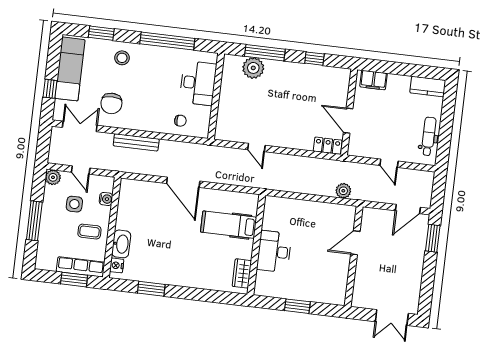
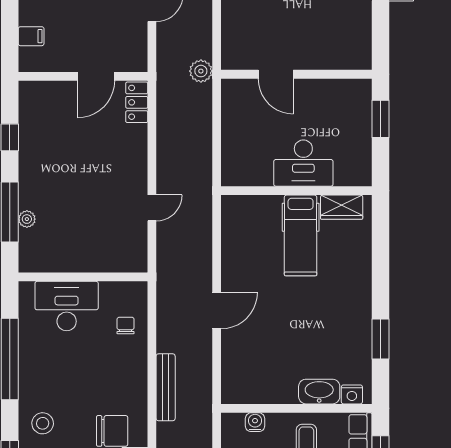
plant: (253, 68) -> (27, 219), width x0.53, depth x0.53
filing cabinet: (374, 80) -> (31, 36), width x0.50
door: (183, 182) -> (217, 310), width x0.73
hospital bed: (229, 225) -> (301, 235), moved
door: (355, 243) -> (276, 74), moved
wall: (354, 256) -> (296, 74), moved

